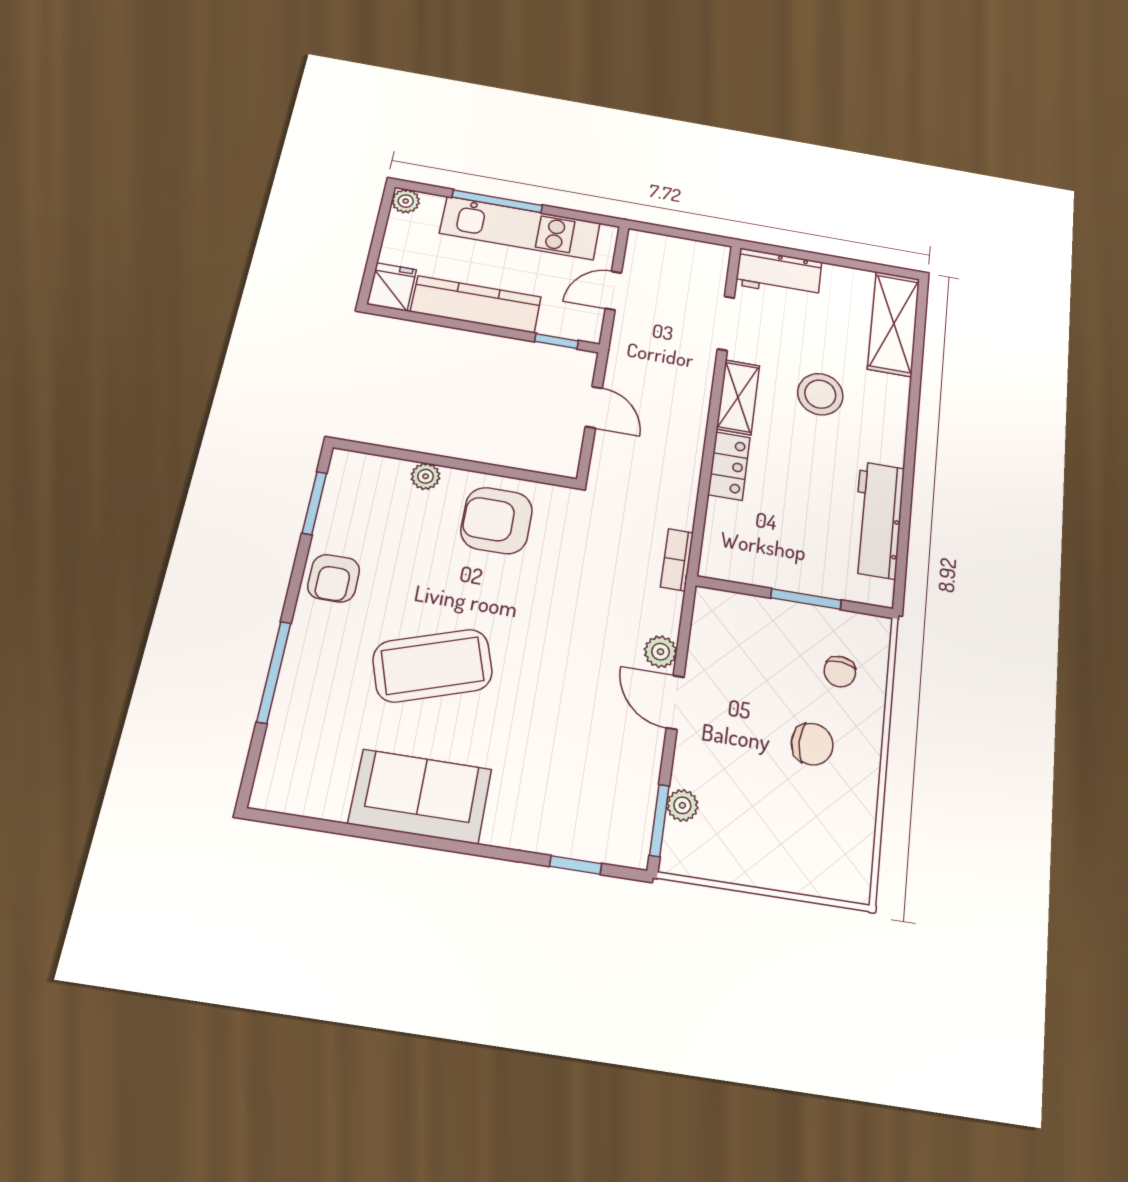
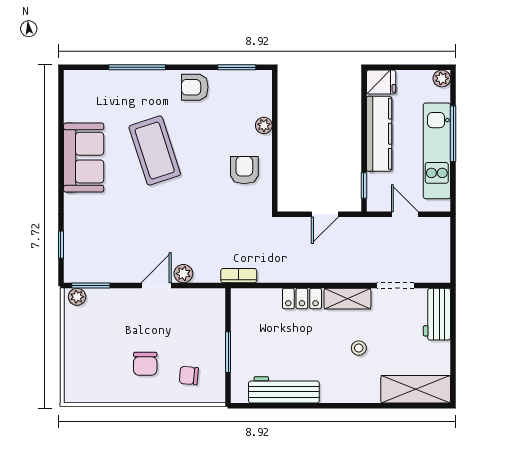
stool: (820, 394) -> (359, 348), width x0.53, depth x0.53
armchair: (497, 521) -> (244, 170), width x0.72, depth x0.72
plant: (682, 805) -> (77, 297), moved

